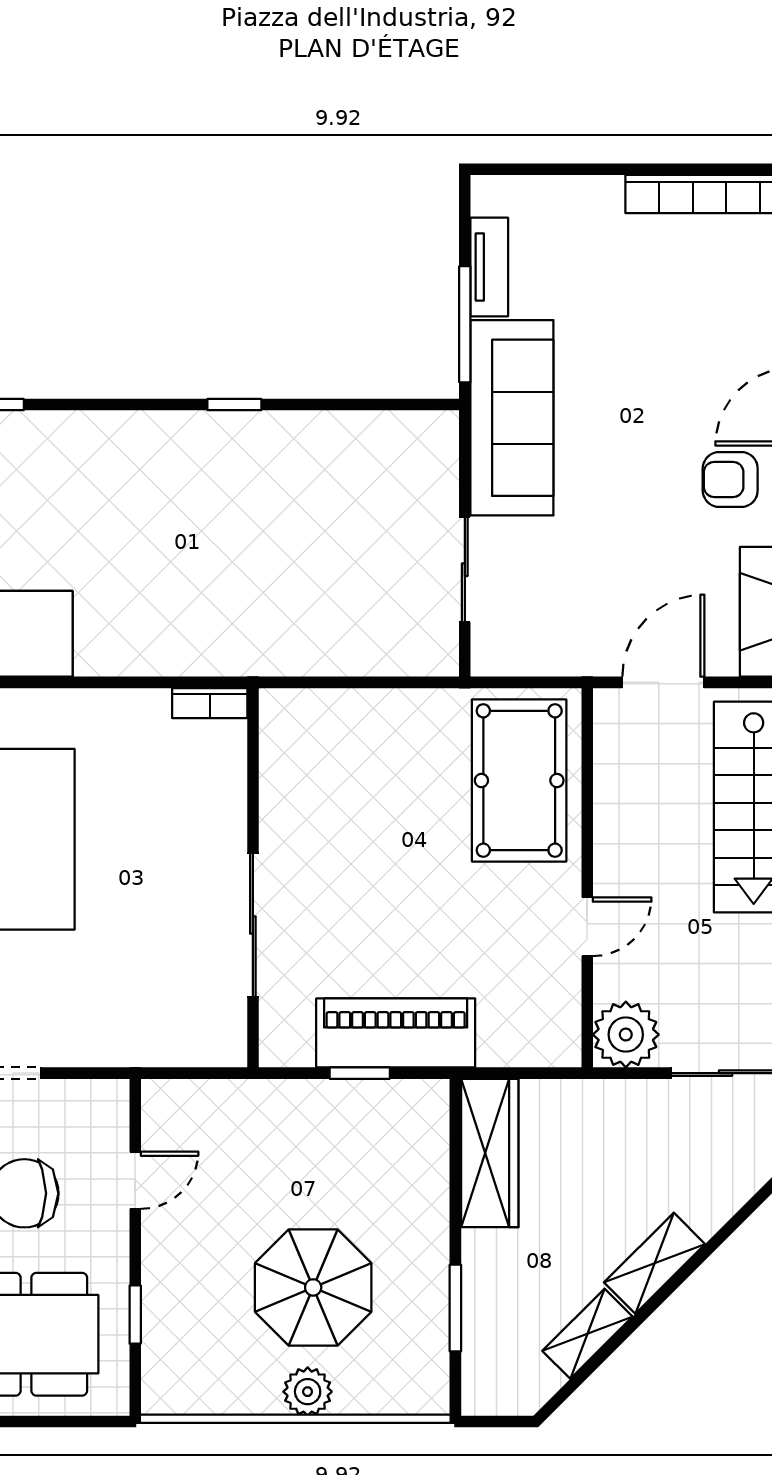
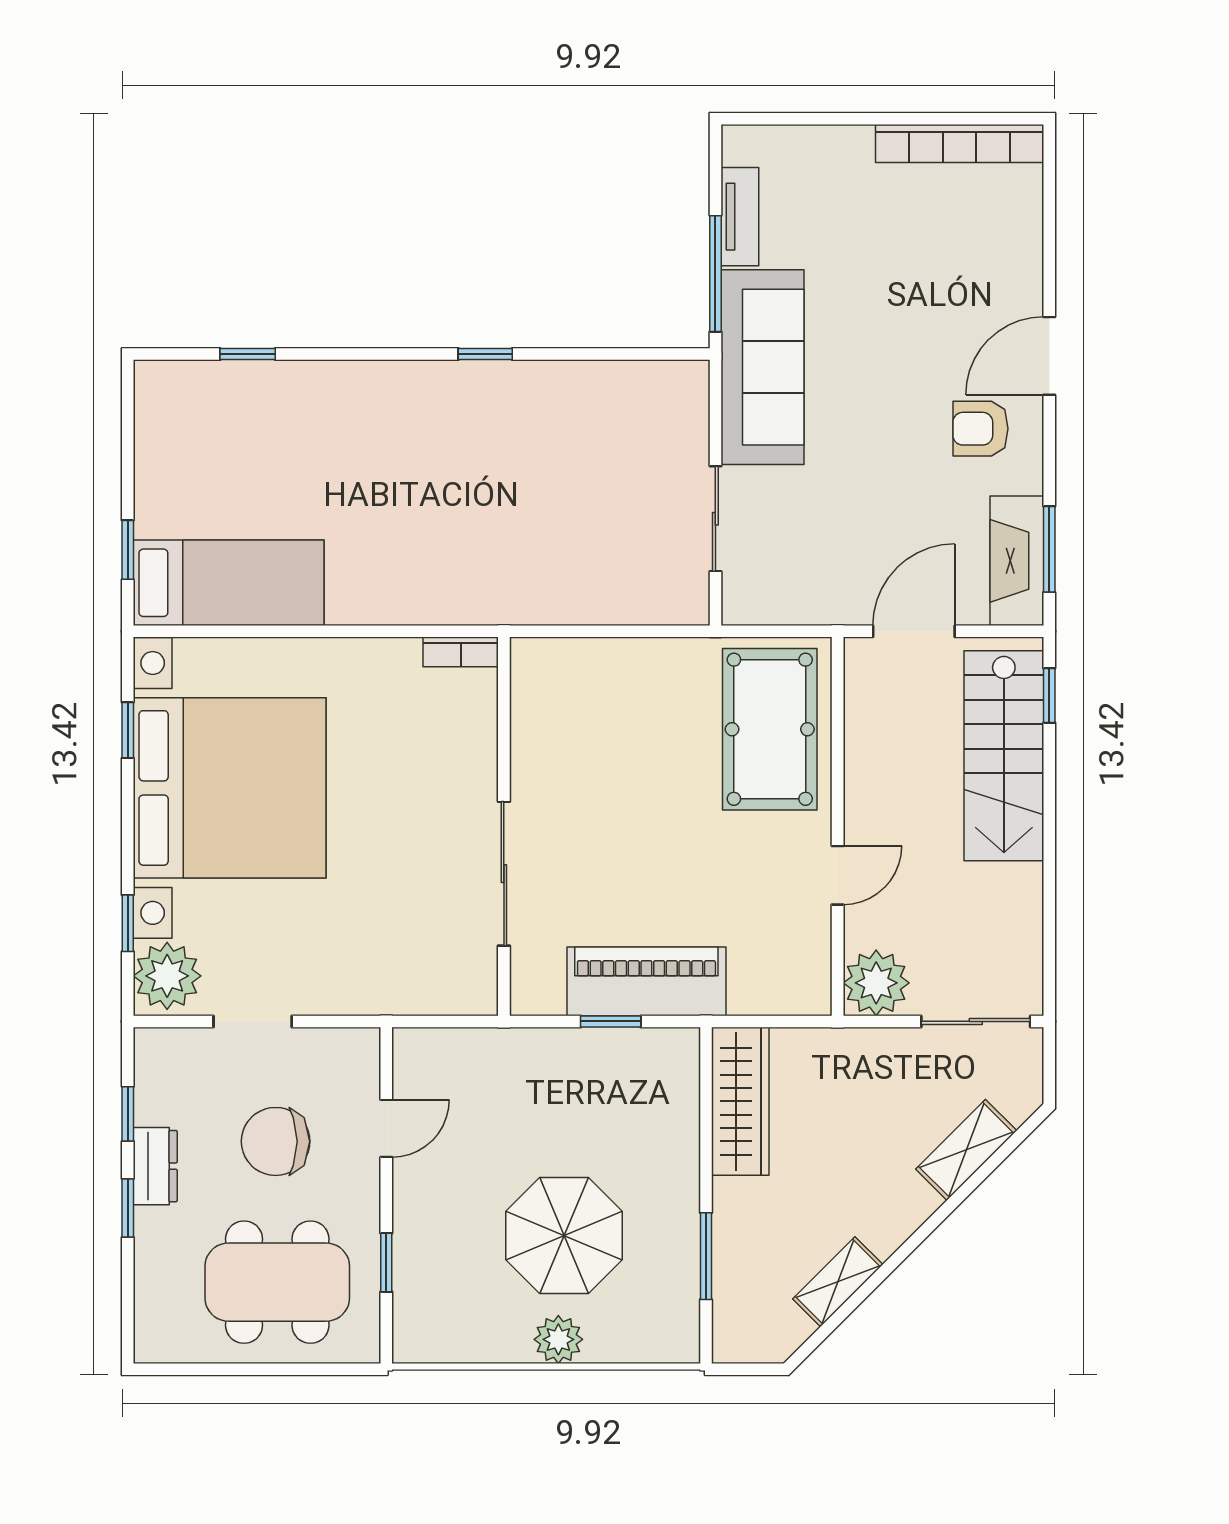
shelving: (655, 1263) -> (966, 1150), moved

